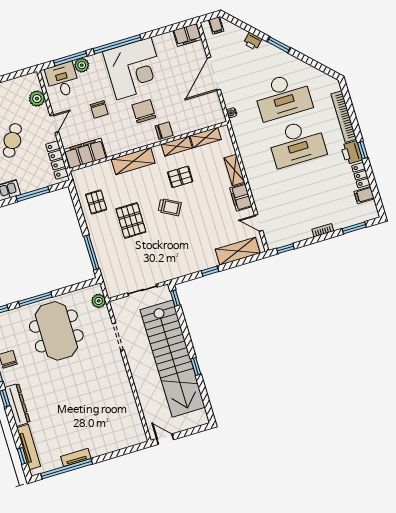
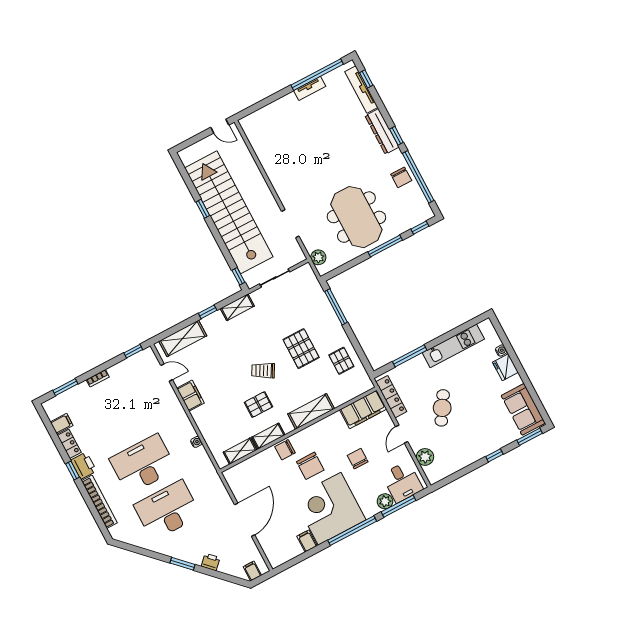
filing cabinet: (187, 35) -> (307, 541), moved, width x0.50
water cooler: (232, 113) -> (196, 442), moved
shelving: (234, 170) -> (237, 307), moved, turned 90

